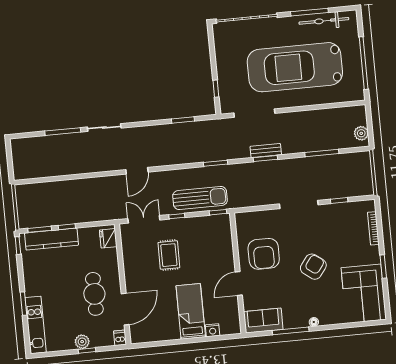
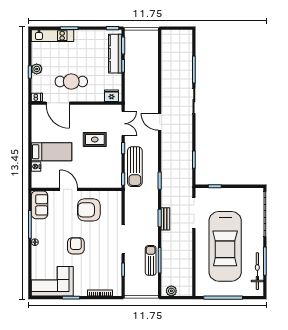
car: (295, 67) -> (225, 246), turned 180
sun lounger: (323, 165) -> (151, 260), added
armchair: (313, 267) -> (76, 246), turned -127

